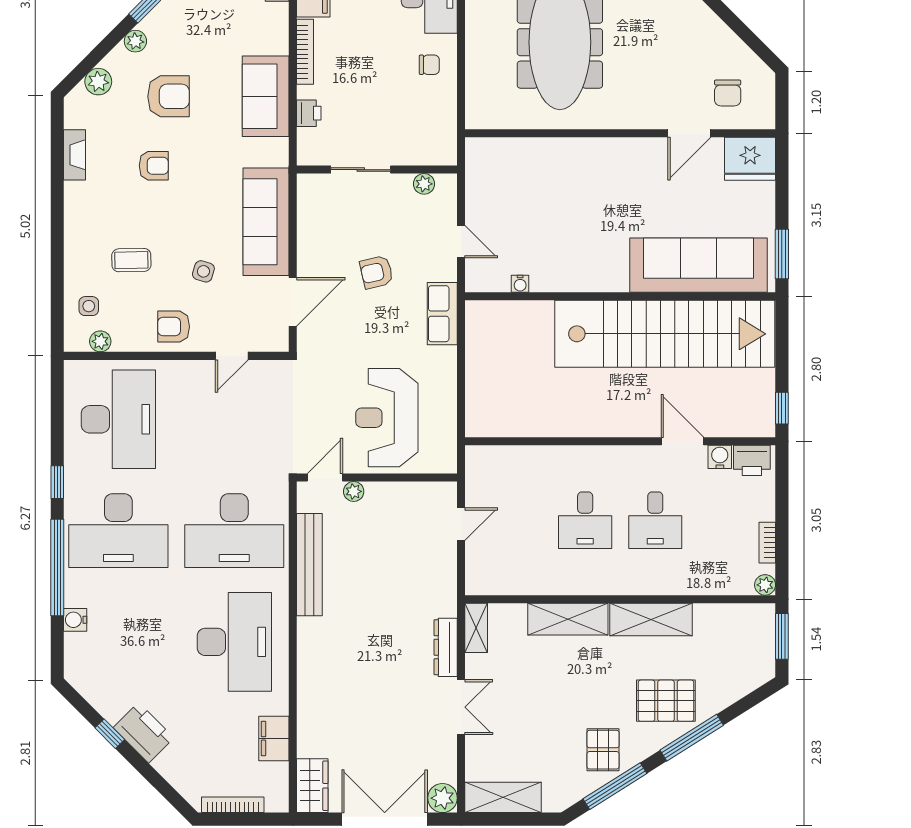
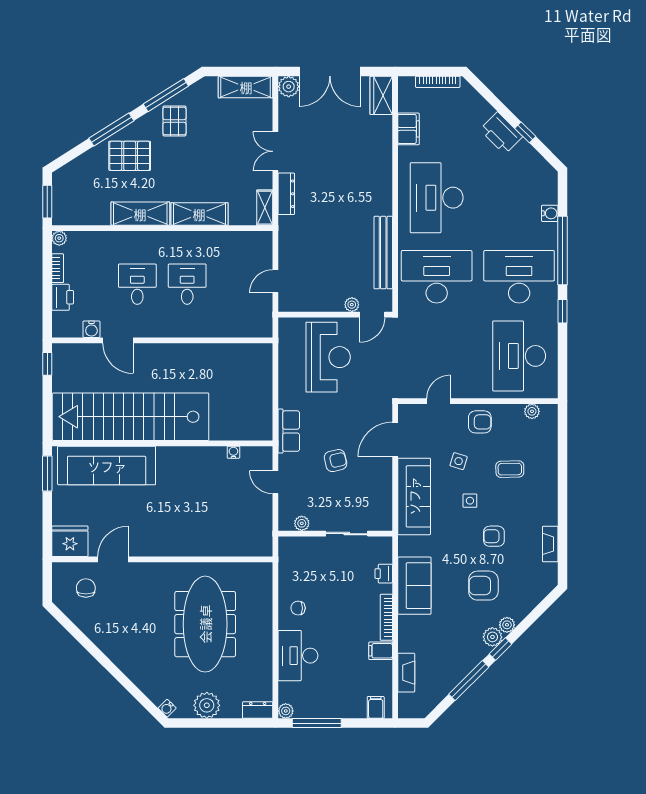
plant: (98, 82) -> (492, 637), moved
side table: (89, 306) -> (470, 501), moved
printer: (752, 460) -> (63, 297), moved, turned 90

